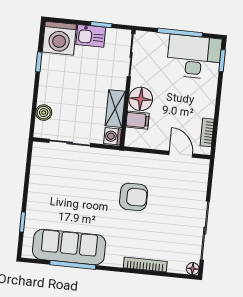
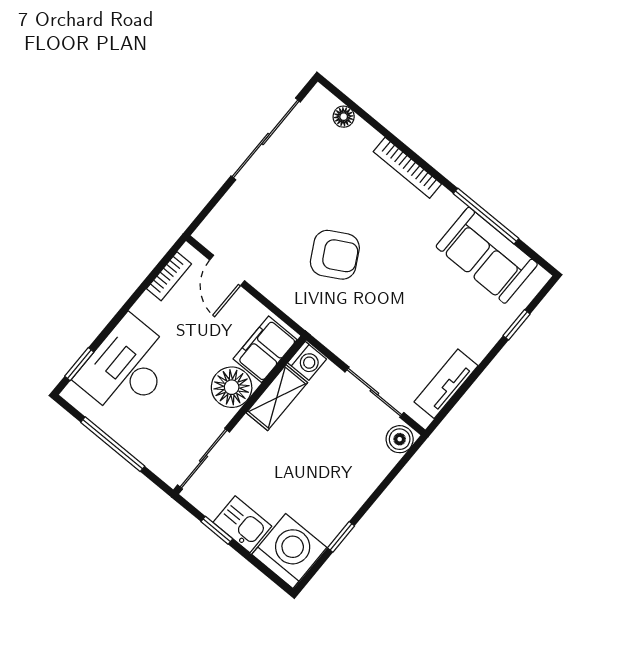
desk: (194, 57) -> (127, 368), moved, turned 90
boiler: (44, 113) -> (400, 439), moved
filing cabinet: (138, 120) -> (265, 349), width x2.00
tv unit: (38, 170) -> (446, 384), added
armchair: (134, 197) -> (335, 255), turned 151
sofa: (69, 247) -> (487, 255), width x0.73
bookcase: (145, 265) -> (407, 168), moved
floor lamp: (193, 269) -> (344, 117), moved

